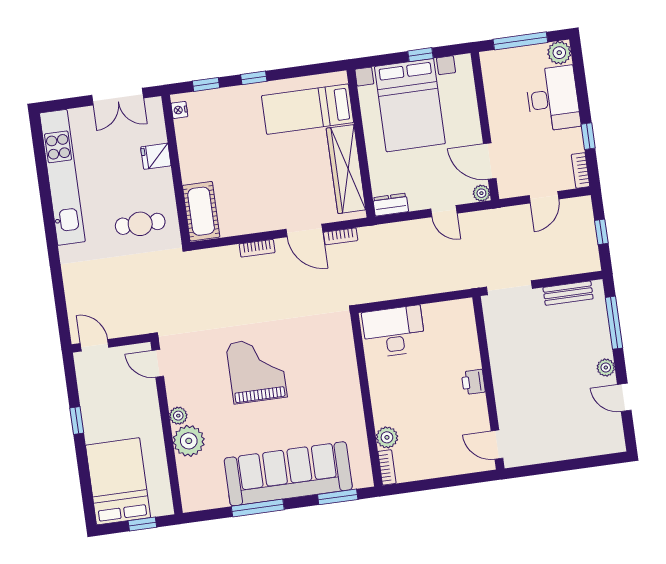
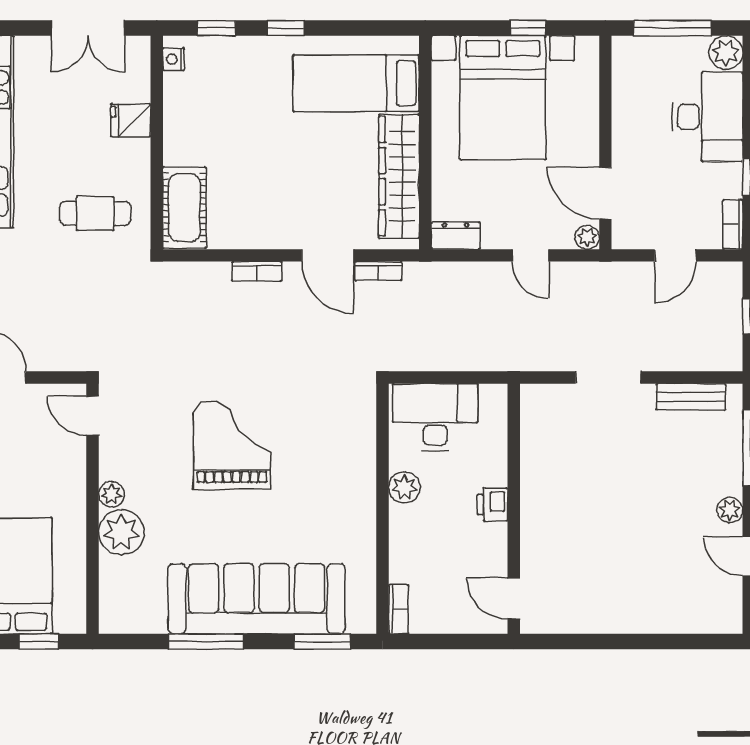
printer: (473, 382) -> (492, 505), moved
wall: (488, 383) -> (514, 509), moved
plant: (387, 437) -> (404, 487), moved
door: (497, 445) -> (514, 599), moved

